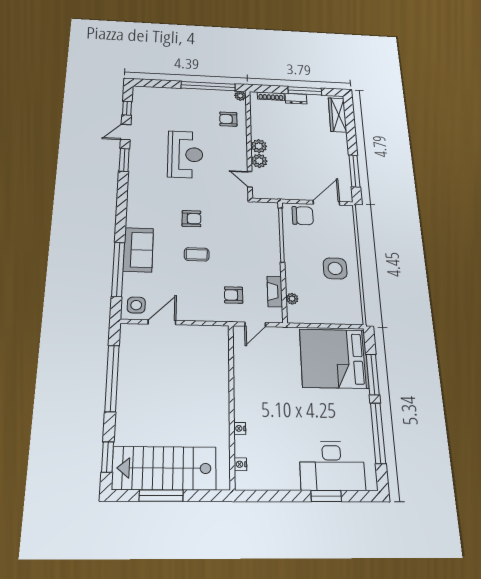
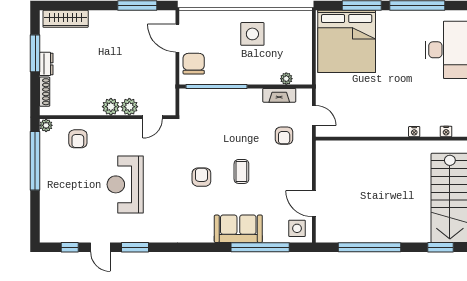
reception desk: (185, 154) -> (125, 184), turned -90

